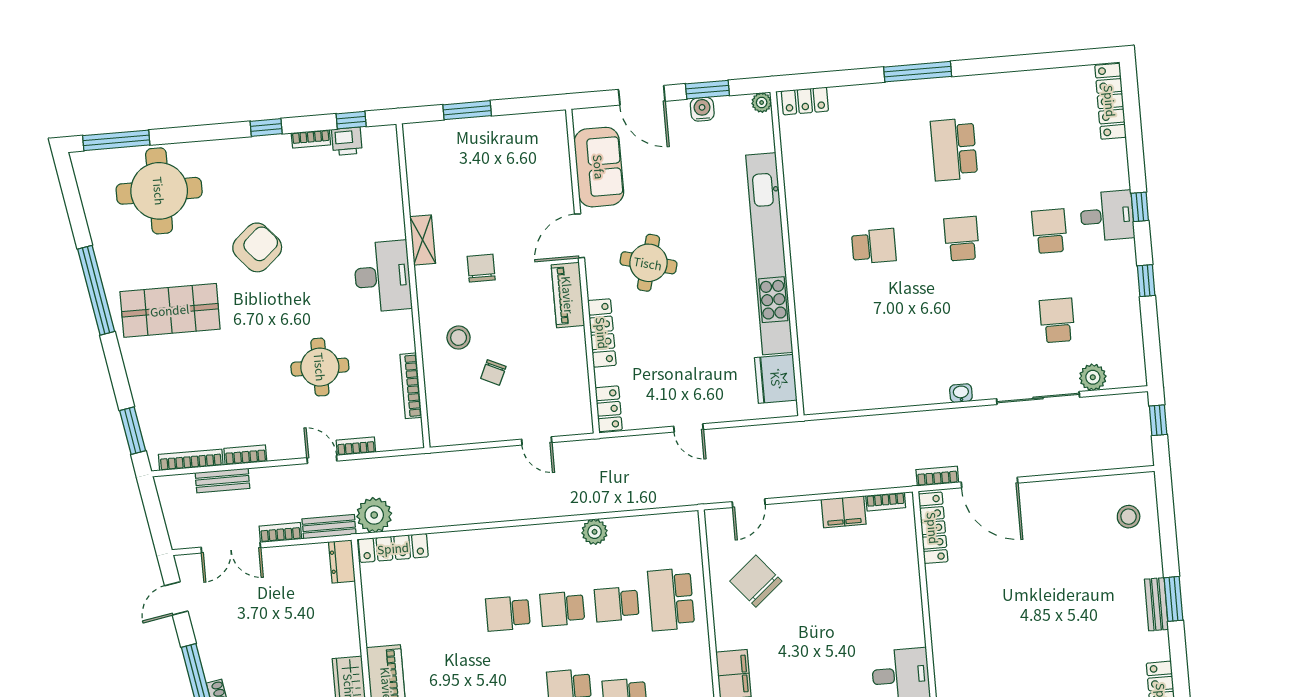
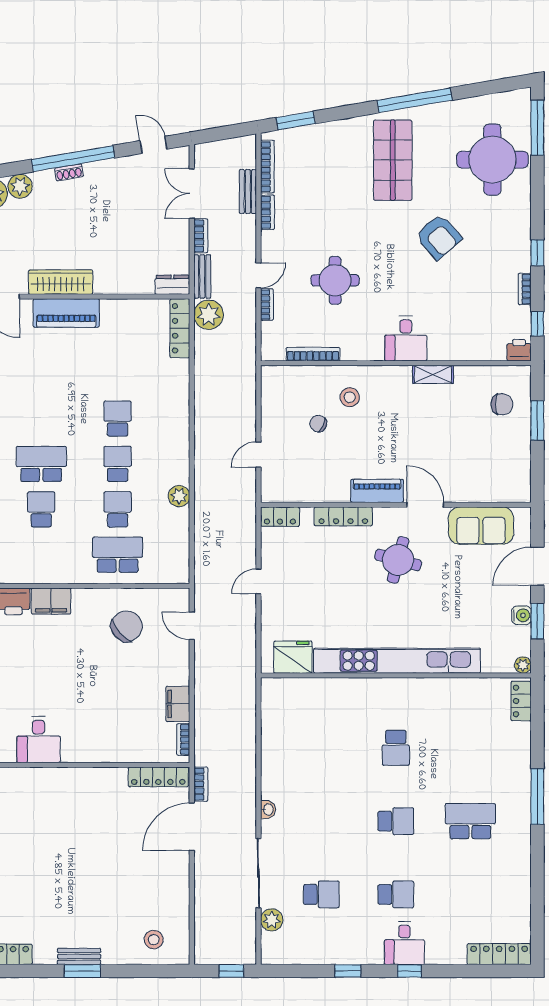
printer: (347, 141) -> (519, 350), moved, turned 90
chair: (481, 268) -> (502, 404), moved
desk: (382, 276) -> (406, 339), width x0.73

